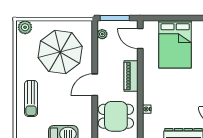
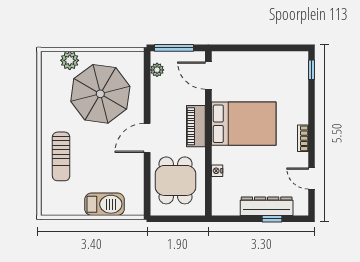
plant: (25, 27) -> (70, 60), moved
bed: (175, 44) -> (244, 124), moved, turned -90
dining table: (116, 116) -> (176, 180), turned 90

